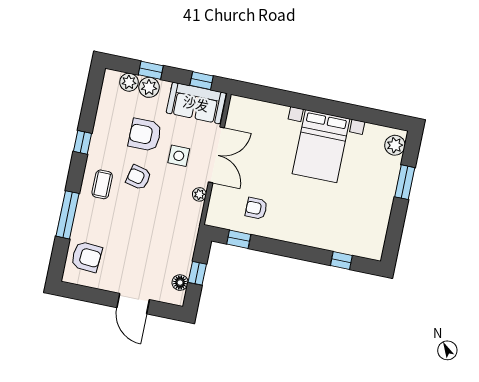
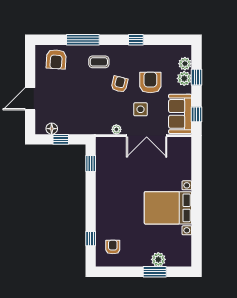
plant: (395, 145) -> (158, 259), moved
coffee table: (102, 184) -> (99, 62), moved
armchair: (256, 208) -> (113, 247), moved

